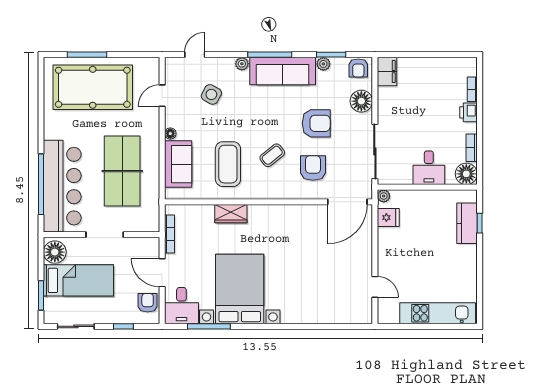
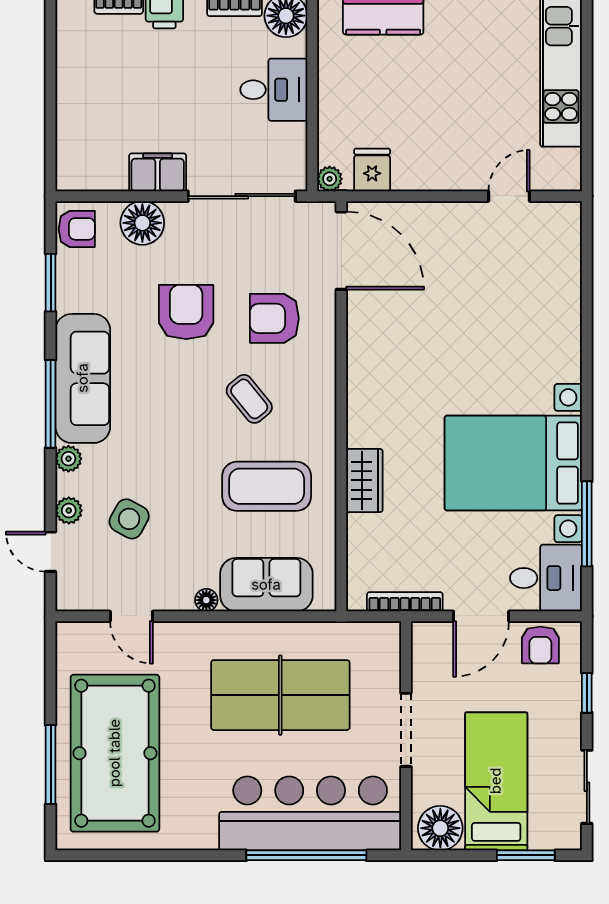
plant: (323, 64) -> (69, 510), moved
filing cabinet: (387, 72) -> (158, 172), moved
armchair: (148, 303) -> (540, 645), turned -90

